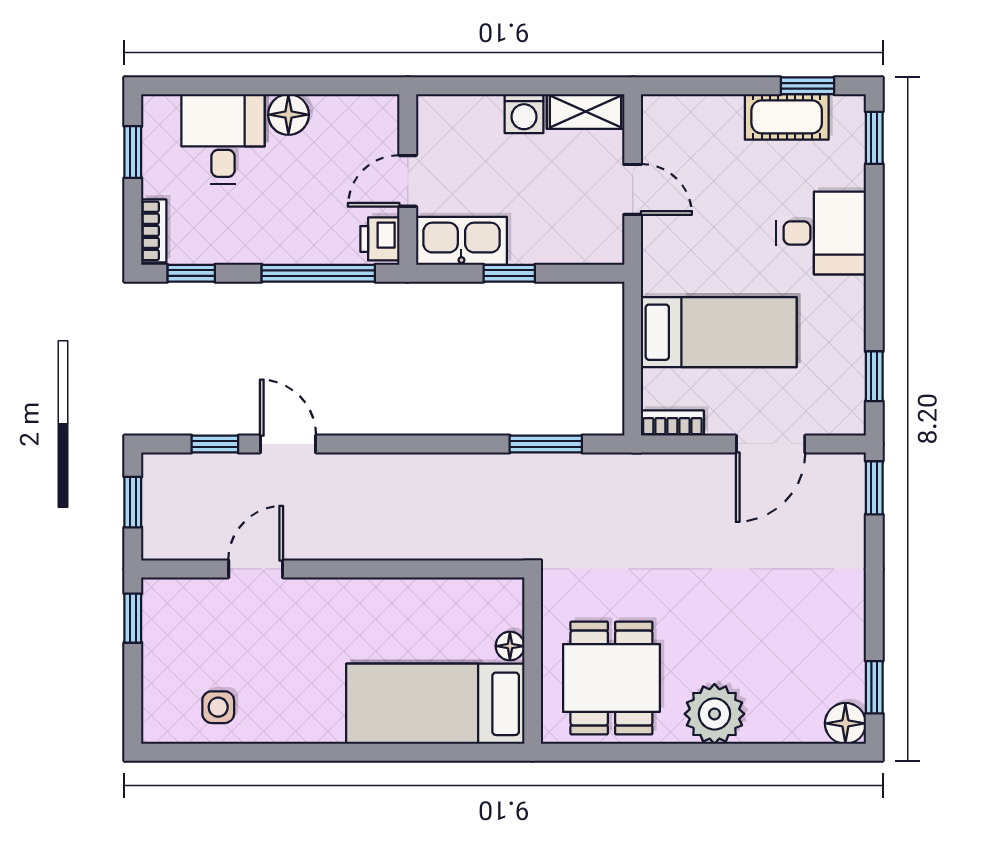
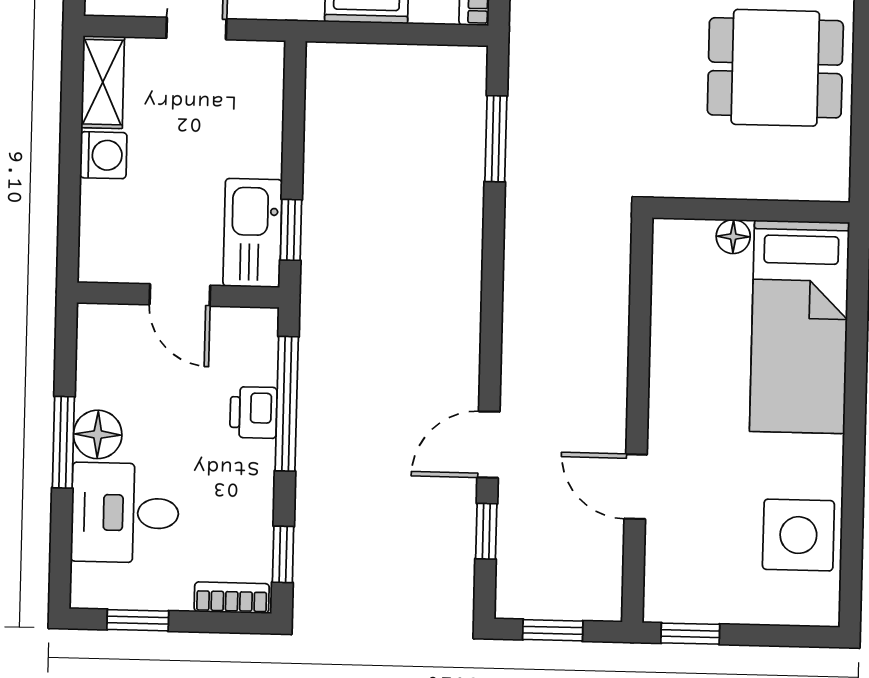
window: (281, 86) -> (63, 442), added
printer: (380, 239) -> (253, 412), moved, turned 90
window: (509, 273) -> (291, 230), moved
floor lamp: (510, 646) -> (733, 237), moved
wall: (533, 661) -> (751, 210), moved
bed: (435, 704) -> (800, 327), moved
side table: (218, 707) -> (798, 535), width x1.87, depth x1.87

